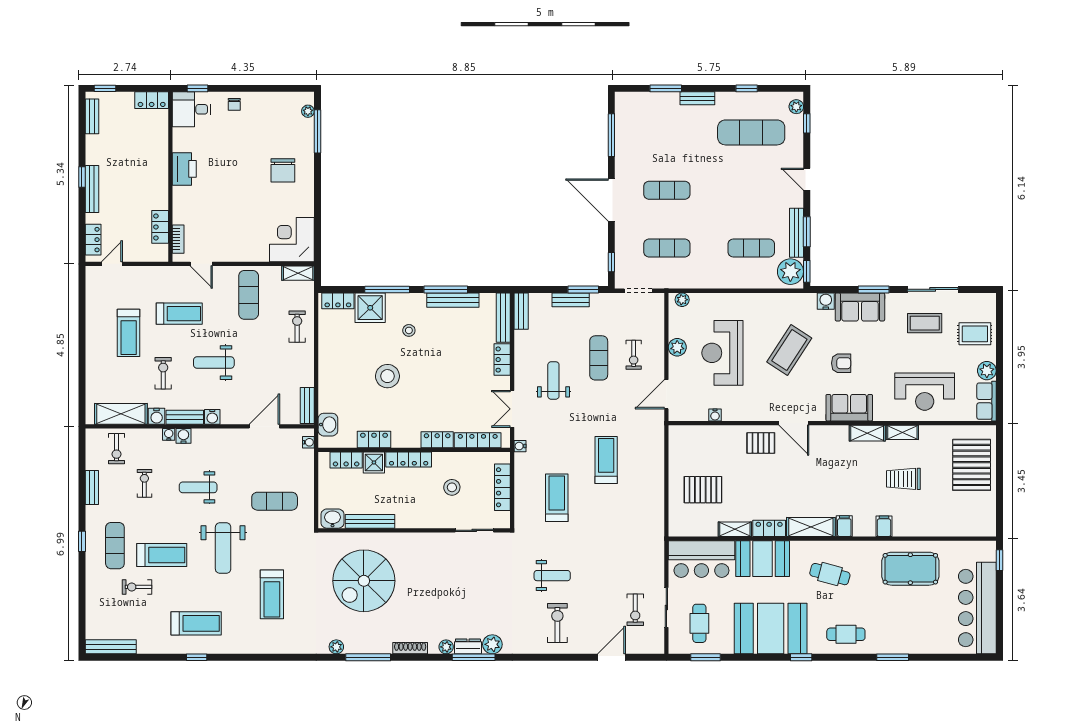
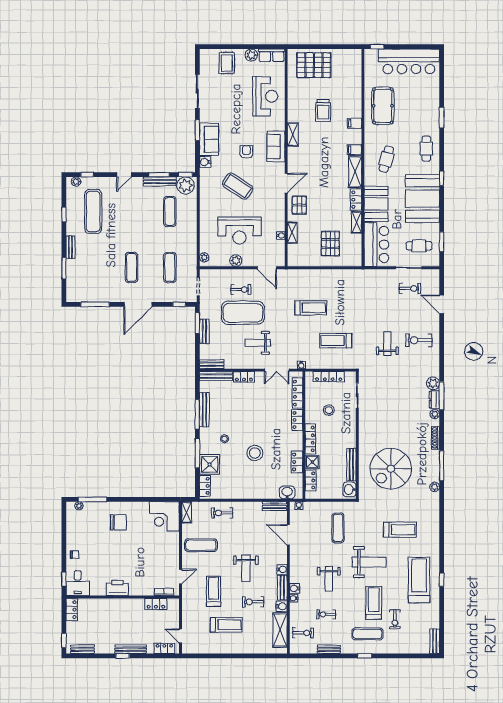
coffee table: (925, 323) -> (220, 96), removed
exercise mat: (599, 358) -> (243, 313), width x2.00, depth x1.45
shelving: (902, 432) -> (292, 233), moved
treadmill: (606, 460) -> (311, 308), turned 180
spiral stairs: (364, 581) -> (391, 469), turned 90
treadmill: (196, 623) -> (419, 580), width x1.37, depth x1.37
bench: (111, 647) -> (435, 641), width x0.73

